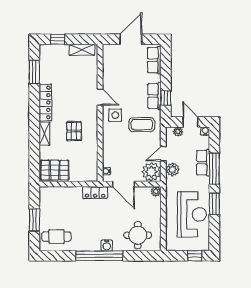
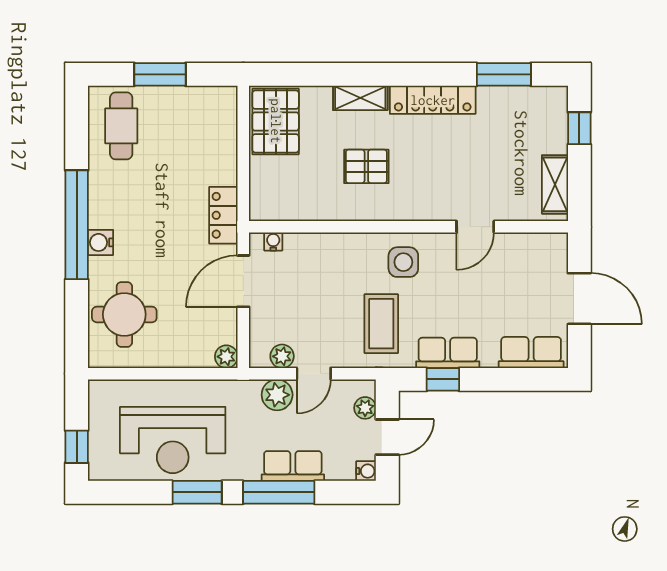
door: (100, 97) -> (475, 227), moved
door: (163, 154) -> (314, 374), swing flipped
plant: (151, 172) -> (282, 356), width x0.53, depth x0.53

